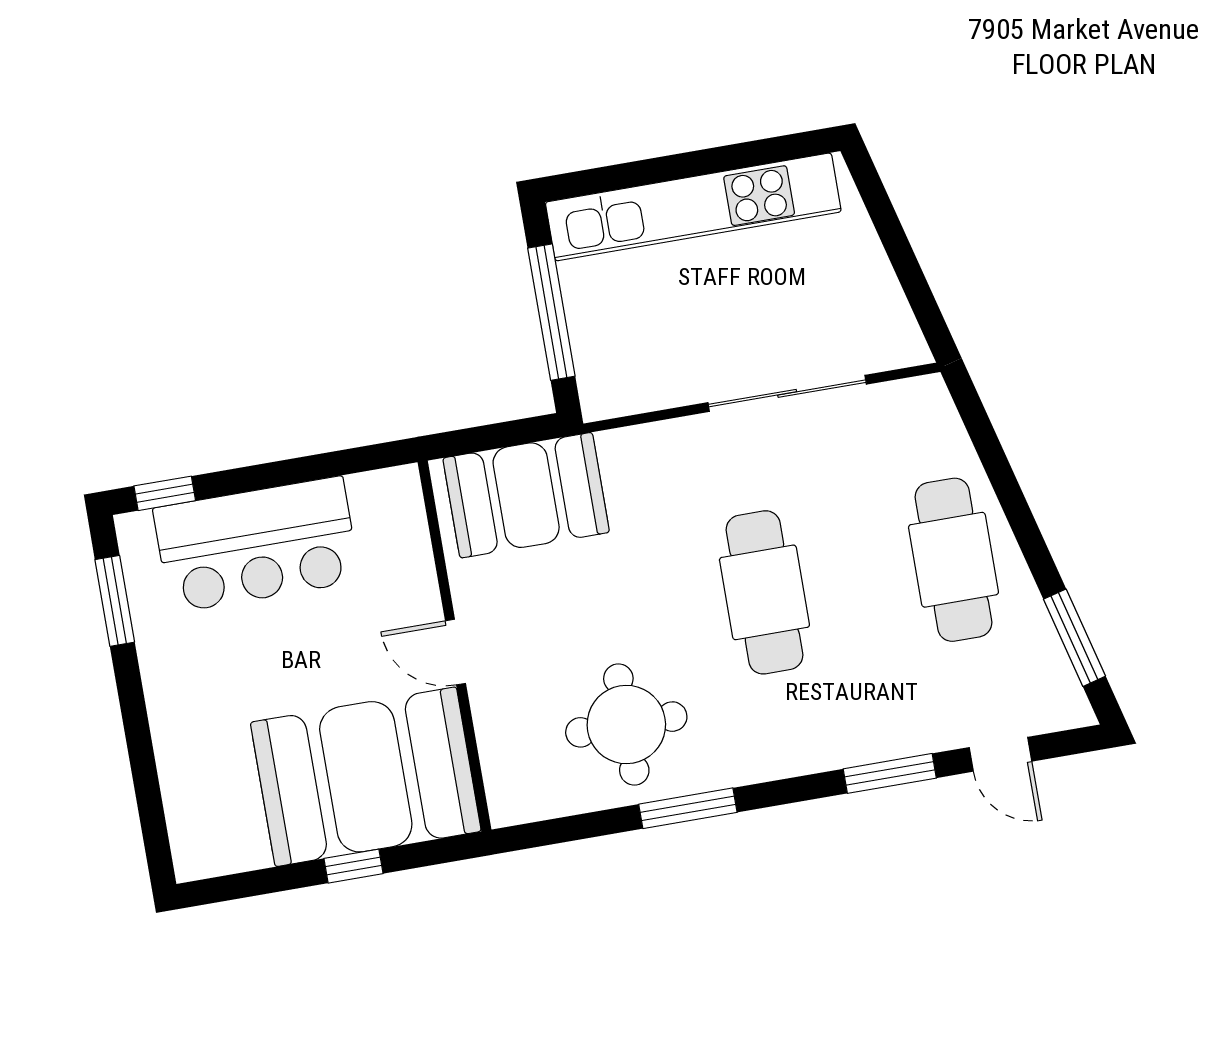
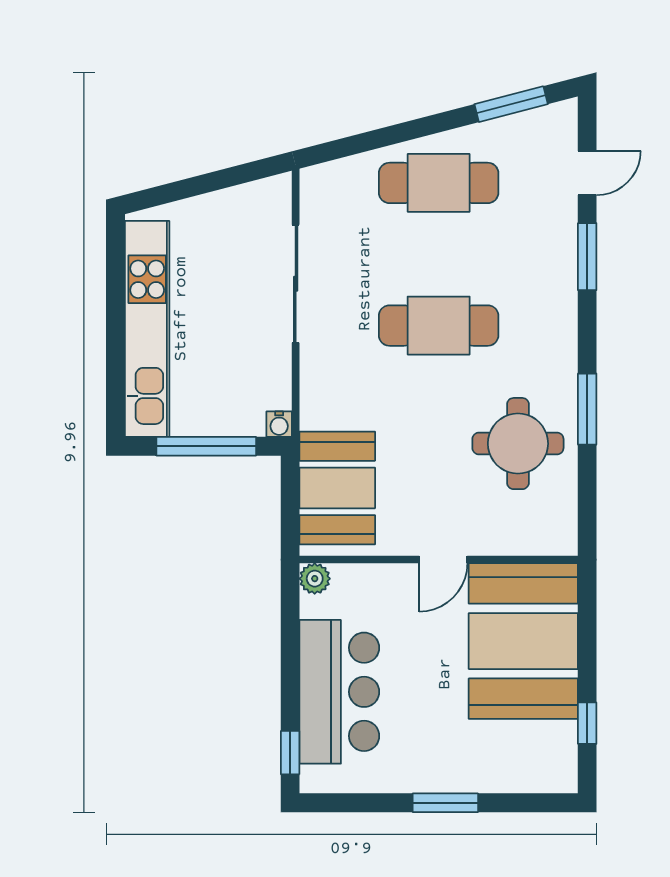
water cooler: (597, 404) -> (279, 424), added
plant: (401, 486) -> (315, 579), added
window: (115, 601) -> (445, 803), moved
window: (353, 866) -> (587, 723), moved

